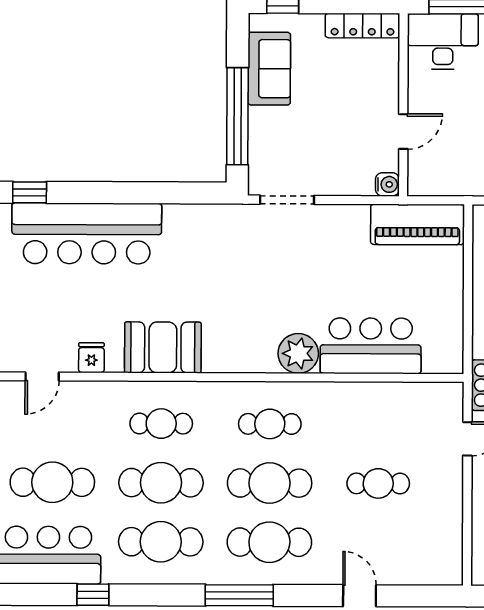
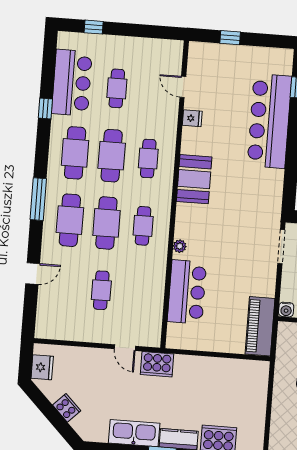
booth: (163, 347) -> (194, 179), moved
plant: (298, 353) -> (180, 246), width x0.53, depth x0.53
cafe table: (52, 482) -> (117, 88), width x0.73, depth x0.74

